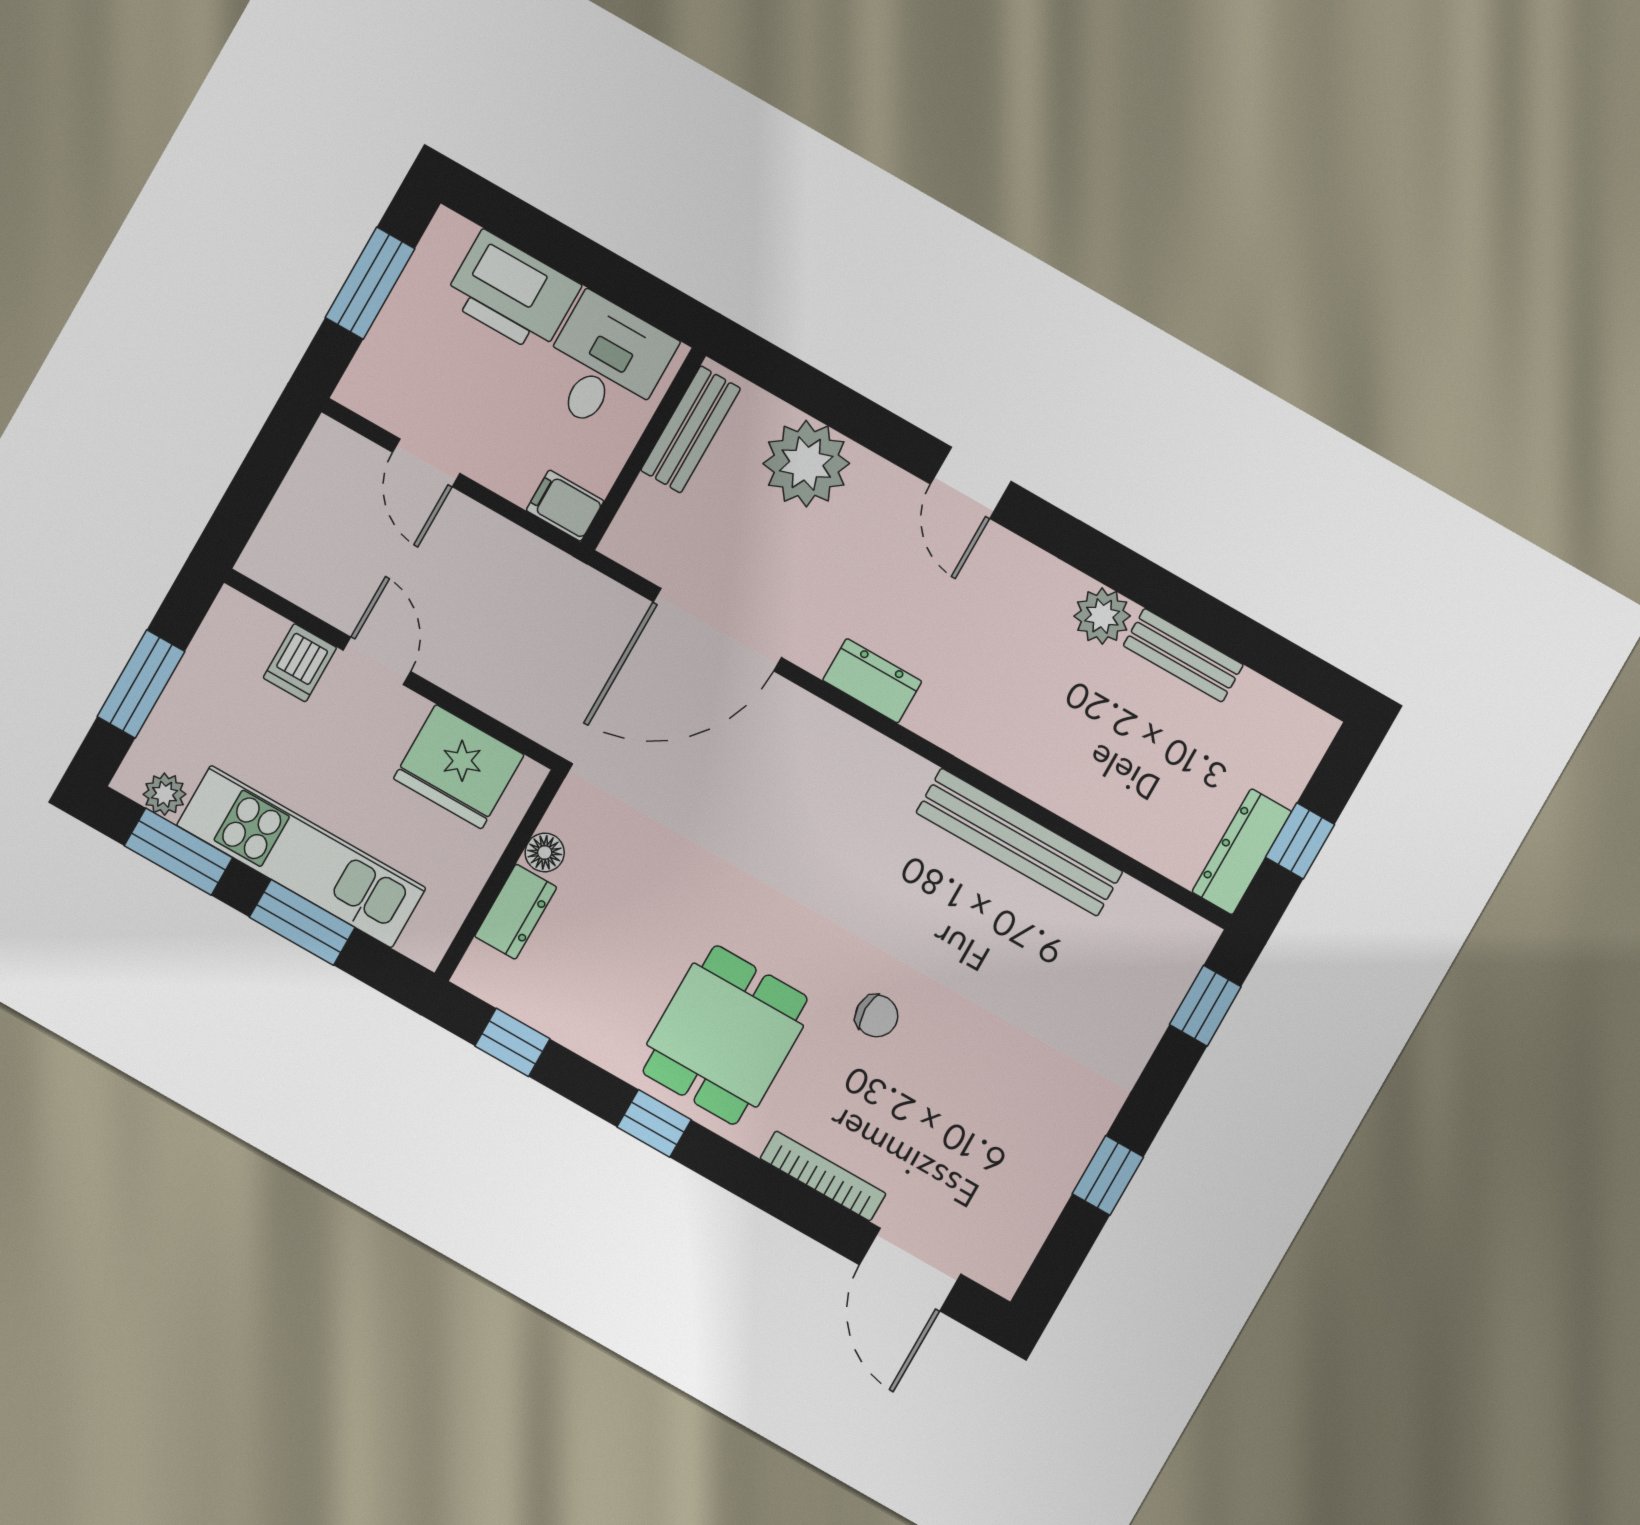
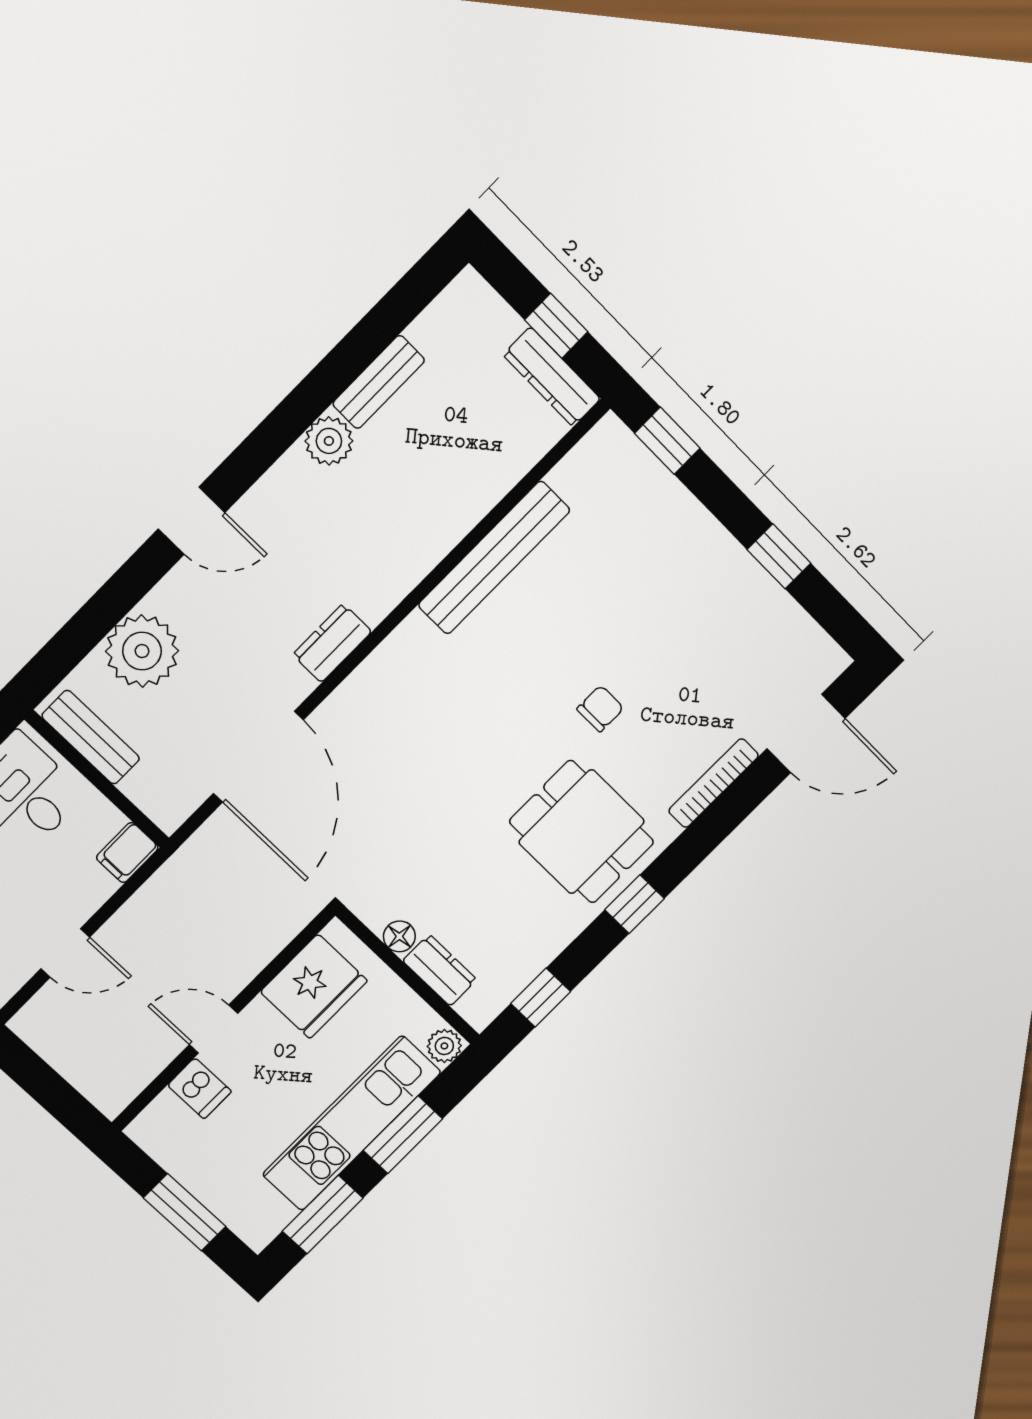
plant: (165, 794) -> (444, 1046), moved

